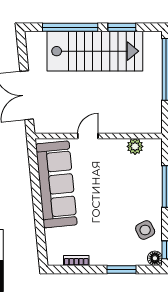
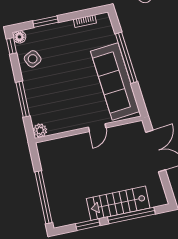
stairs: (95, 51) -> (118, 203), width x0.73, depth x0.66
plant: (135, 146) -> (40, 130), moved
window: (38, 209) -> (126, 58), added

